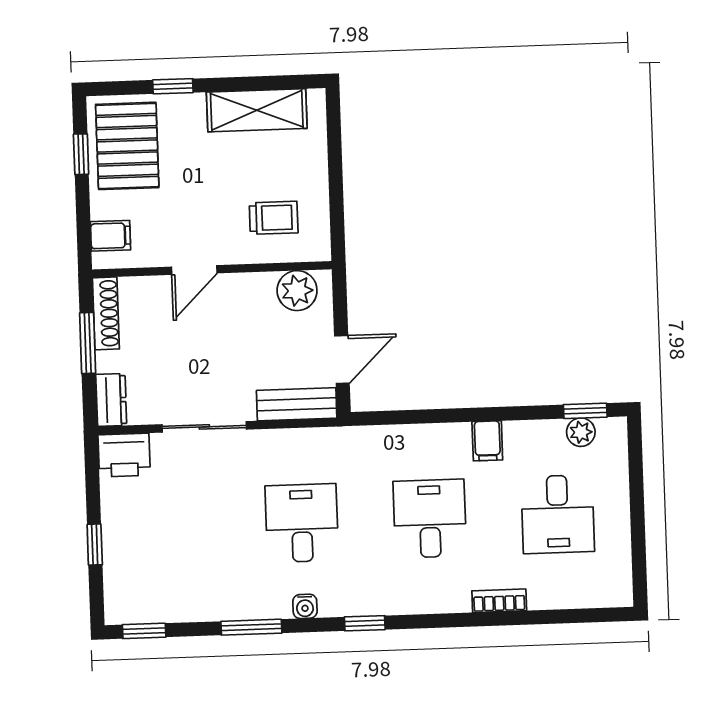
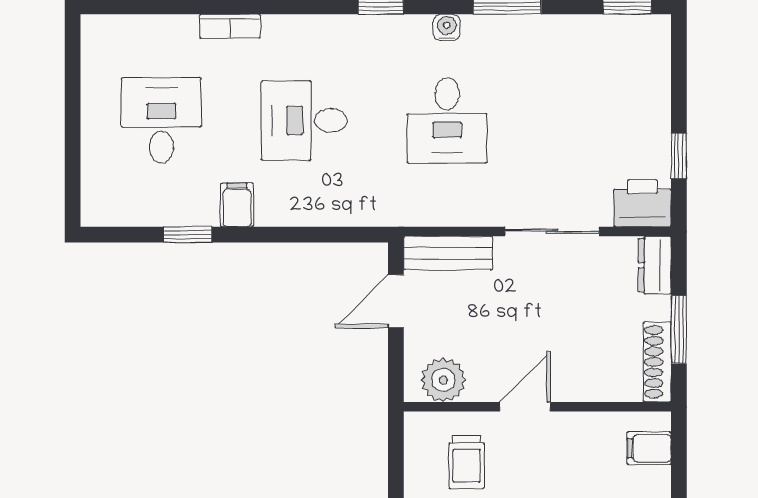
trolley: (274, 218) -> (467, 462), turned -90
door: (194, 270) -> (525, 407), moved
window: (585, 411) -> (188, 235), moved
plant: (581, 432) -> (132, 211), removed
desk: (430, 519) -> (304, 120), turned 90
window: (95, 545) -> (679, 156), moved

